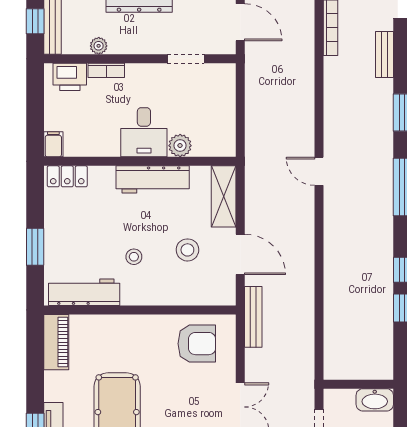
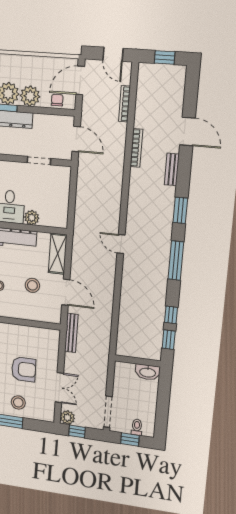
armchair: (197, 344) -> (24, 369), moved
wall: (358, 384) -> (138, 361), moved
washbasin: (375, 400) -> (148, 372), moved

